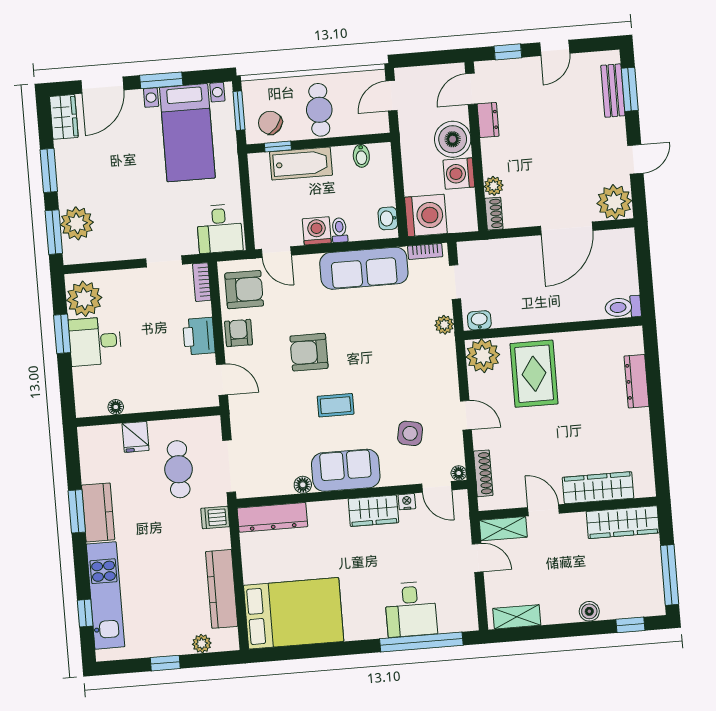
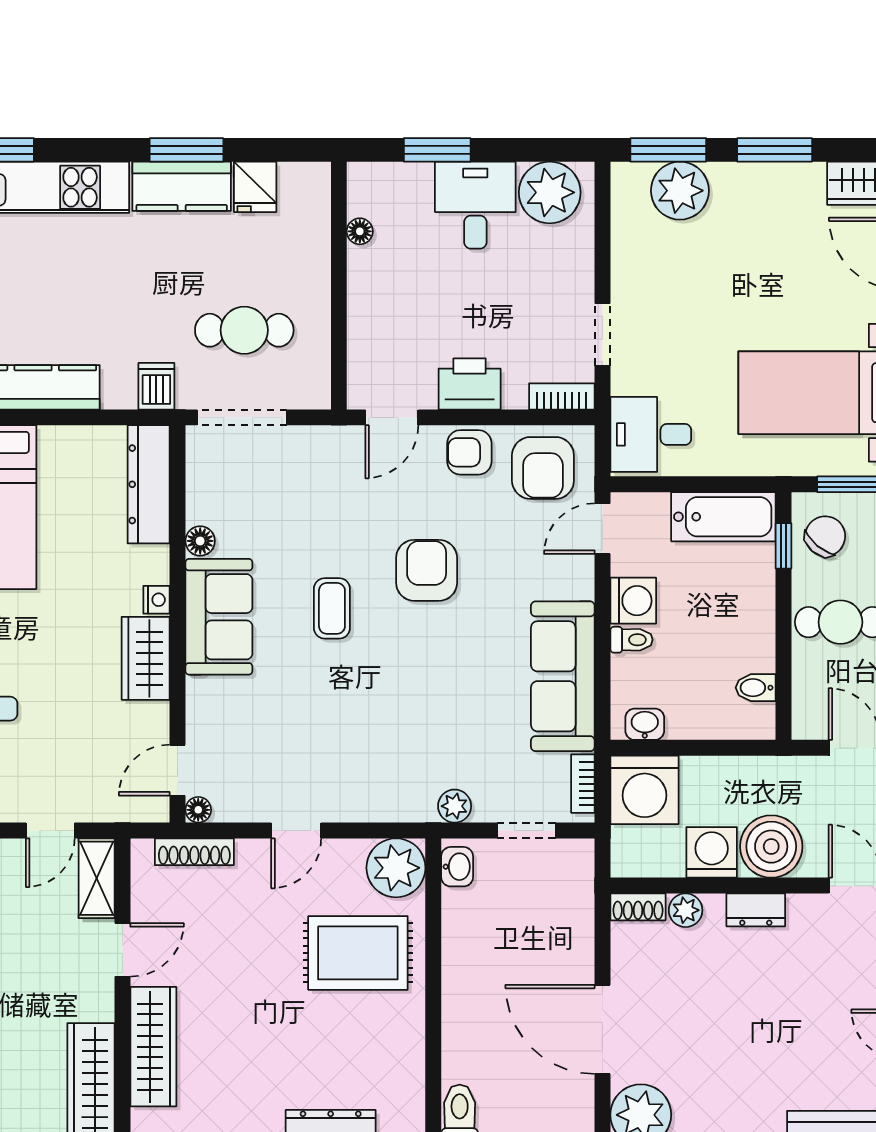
dresser: (488, 120) -> (756, 910), moved
bathtub: (301, 164) -> (723, 517), moved, turned -90
armchair: (239, 333) -> (469, 452), turned 180
window: (62, 334) -> (437, 150), moved
side table: (410, 433) -> (273, 732), removed
fridge: (136, 437) -> (255, 187), moved, turned -90
nightstand: (407, 502) -> (156, 600), moved

